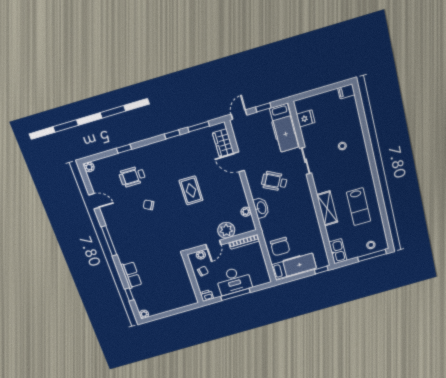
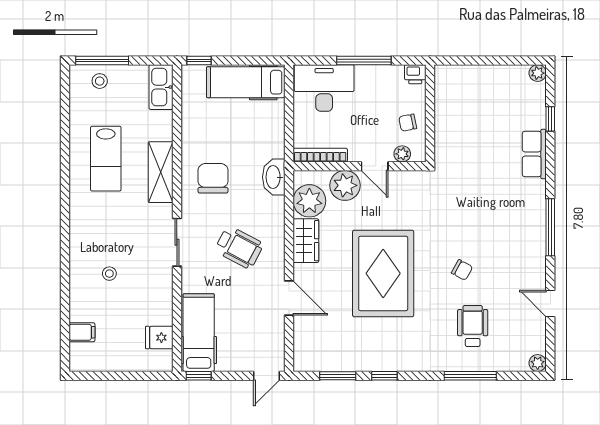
filing cabinet: (346, 91) -> (82, 332), moved
window: (263, 107) -> (199, 376), moved
wardrobe: (223, 143) -> (306, 241), moved
window: (124, 149) -> (470, 376), width x2.17
sliding door: (306, 161) -> (177, 242), moved
wheelchair: (132, 177) -> (473, 326), turned -90
rug: (191, 190) -> (383, 273), width x1.86, depth x2.06
lab bench: (359, 207) -> (106, 159), turned 180
washbasin: (261, 208) -> (274, 177), moved
plant: (246, 212) -> (309, 201), width x1.88, depth x1.88
door: (213, 245) -> (375, 166), swing flipped
chair: (280, 247) -> (213, 178), moved
desk: (234, 281) -> (324, 88), moved

